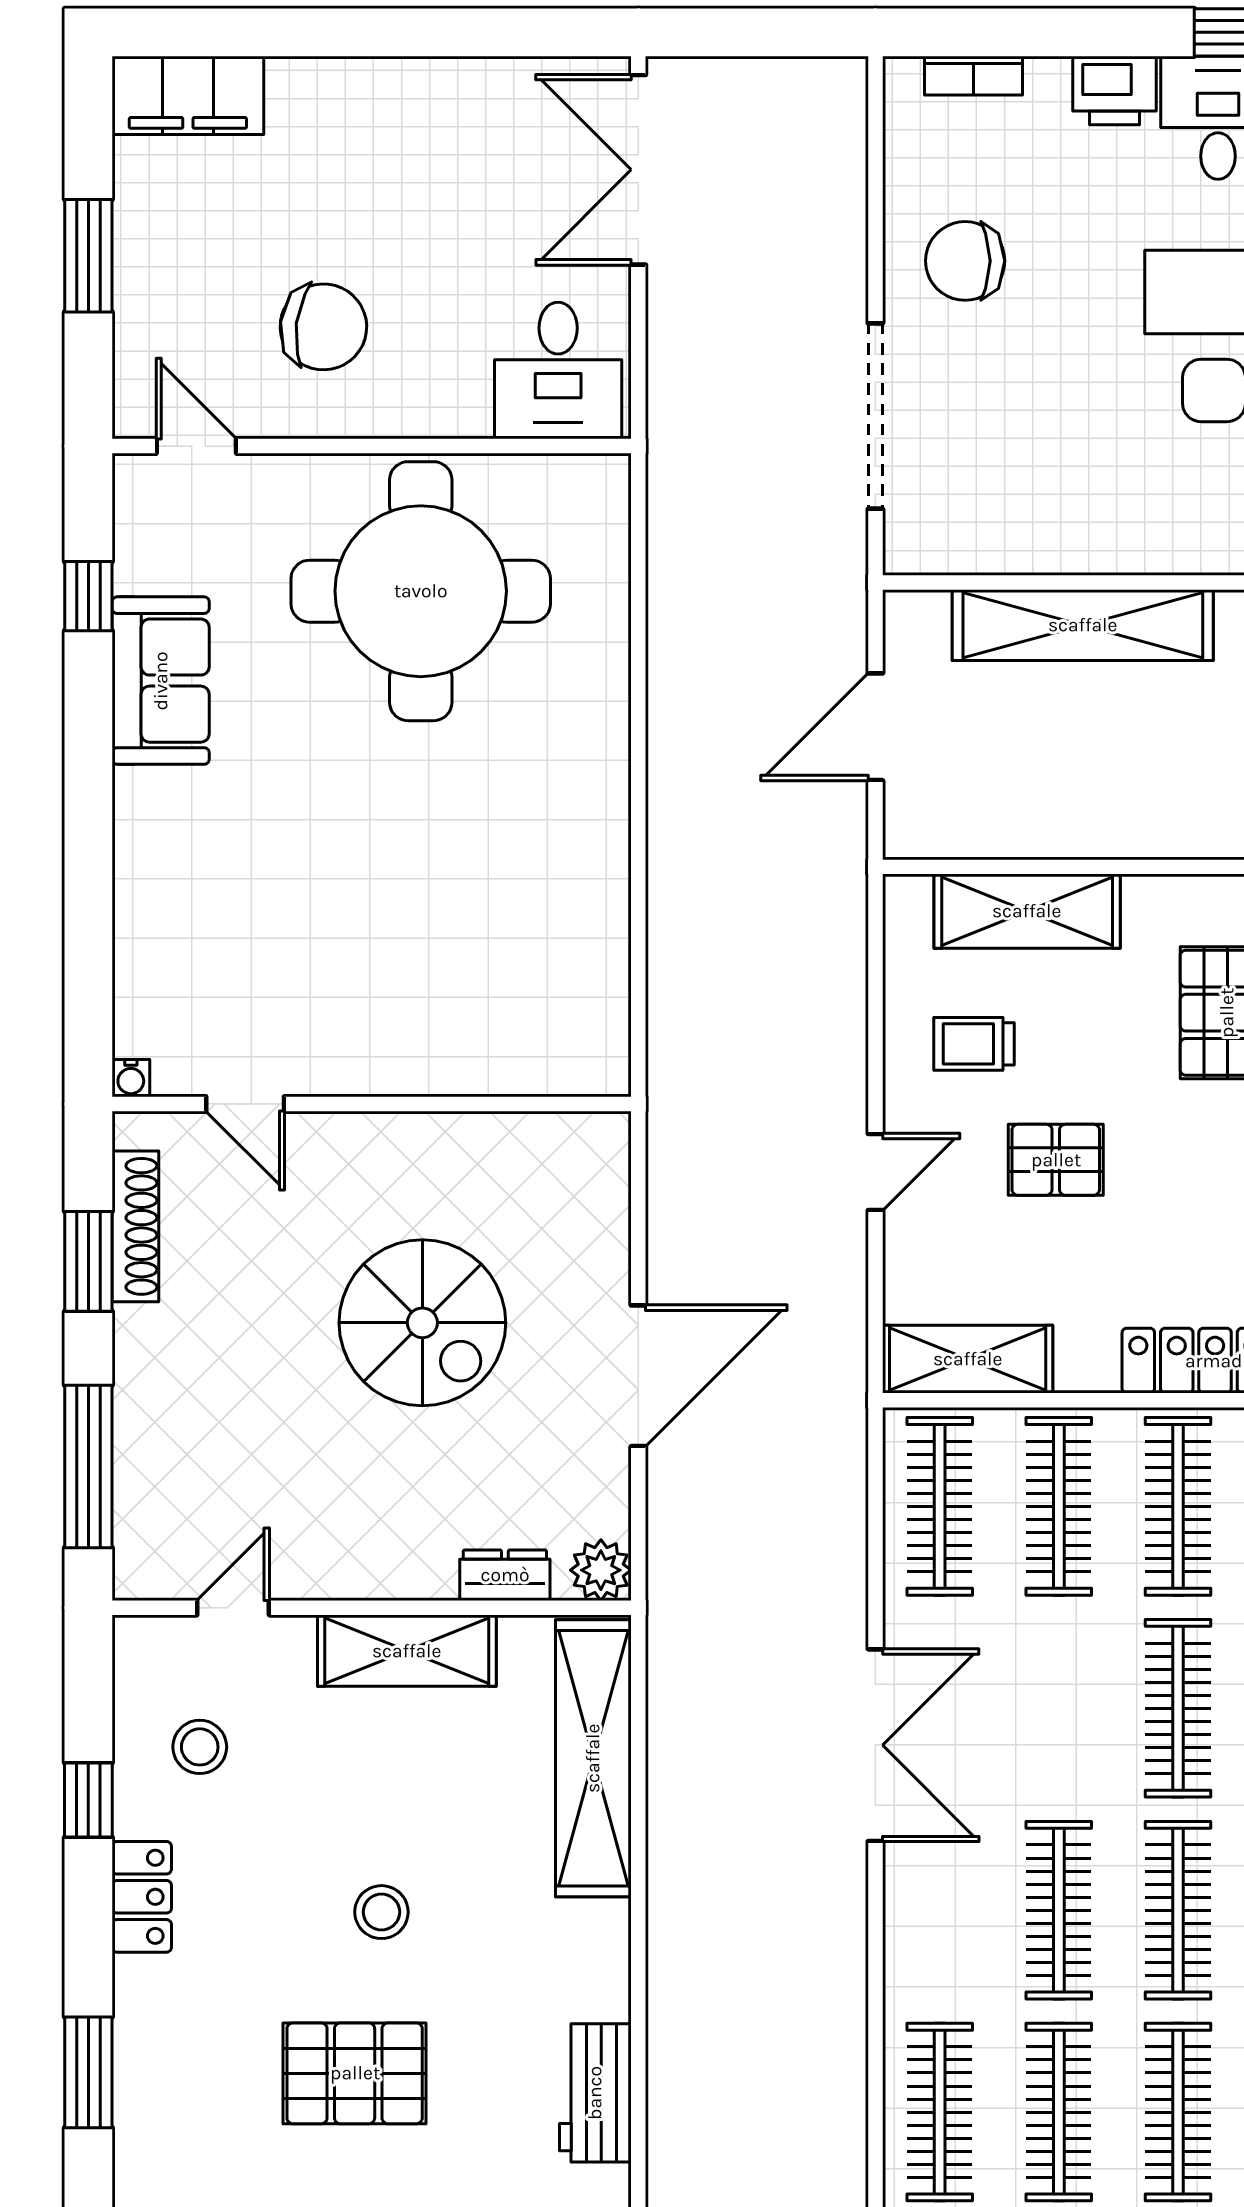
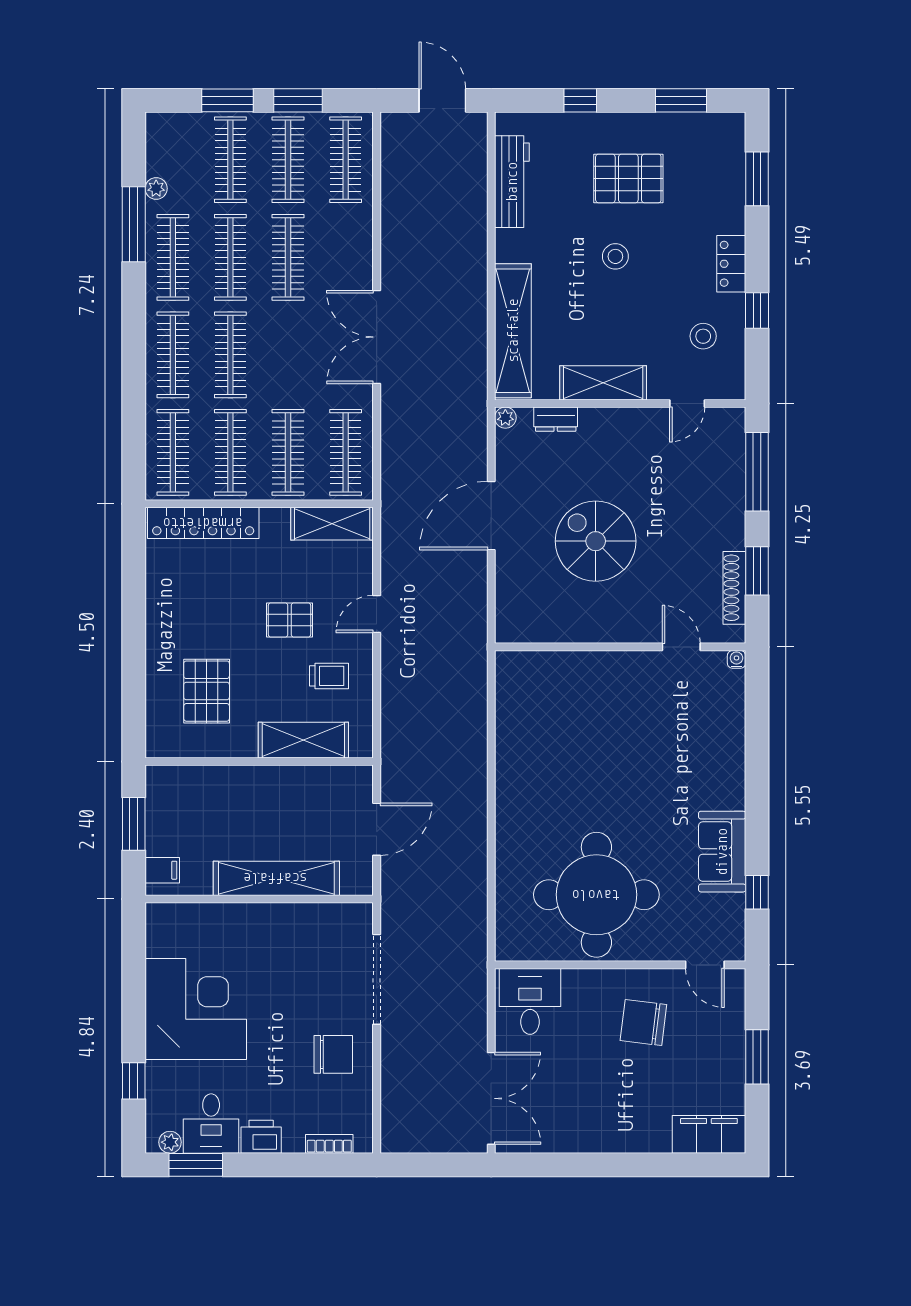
plant: (601, 1570) -> (505, 418), width x0.73, depth x0.73
workbench: (595, 2093) -> (512, 182), width x1.38

